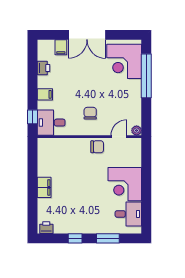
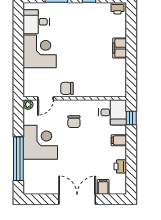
corner desk: (124, 61) -> (40, 142), moved

